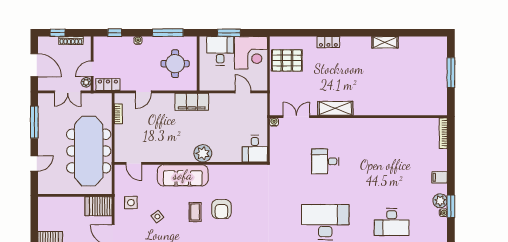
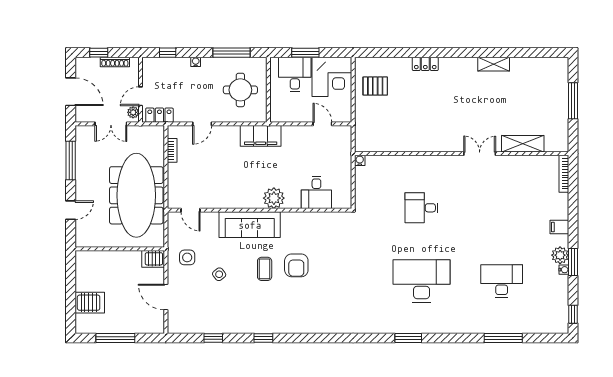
pallet: (287, 60) -> (375, 86), width x0.67, depth x0.71
shelving: (335, 108) -> (523, 144), moved
double door: (296, 117) -> (480, 154), moved
desk: (255, 149) -> (316, 192), moved
server rack: (99, 206) -> (153, 259), width x0.73, depth x0.70
desk: (392, 222) -> (502, 281), turned 180

